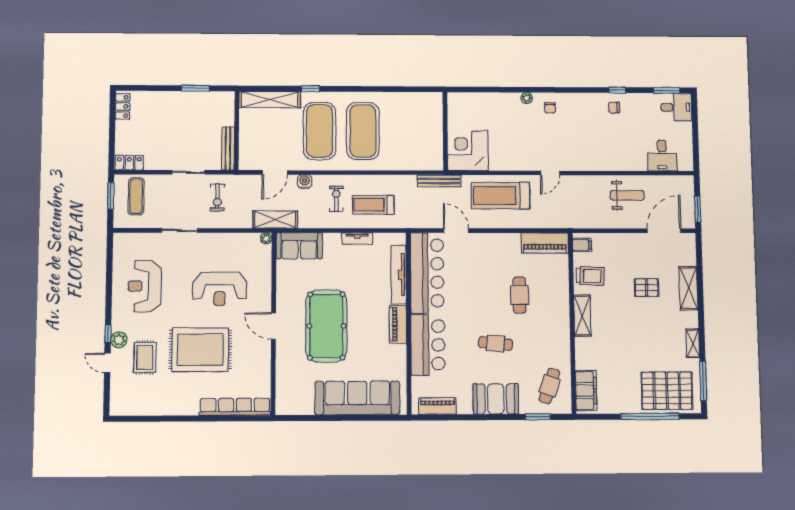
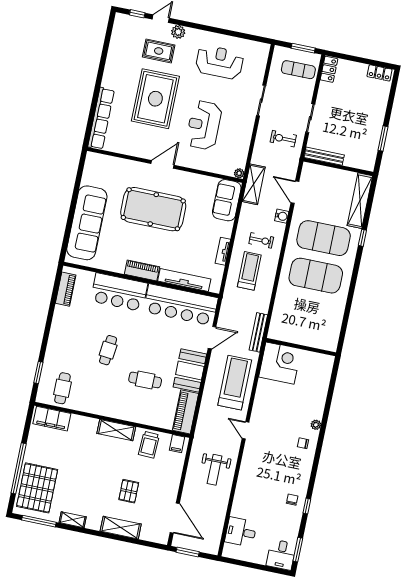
weight bench: (627, 195) -> (215, 470), moved
window: (108, 334) -> (137, 14), moved
cafe table: (549, 386) -> (62, 388), turned 71
booth: (496, 399) -> (190, 370), moved

